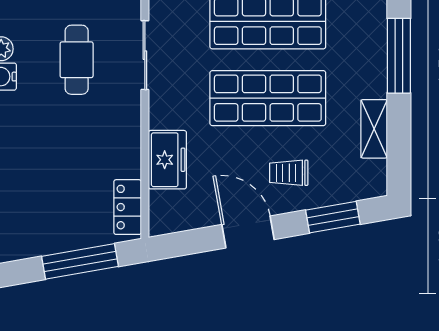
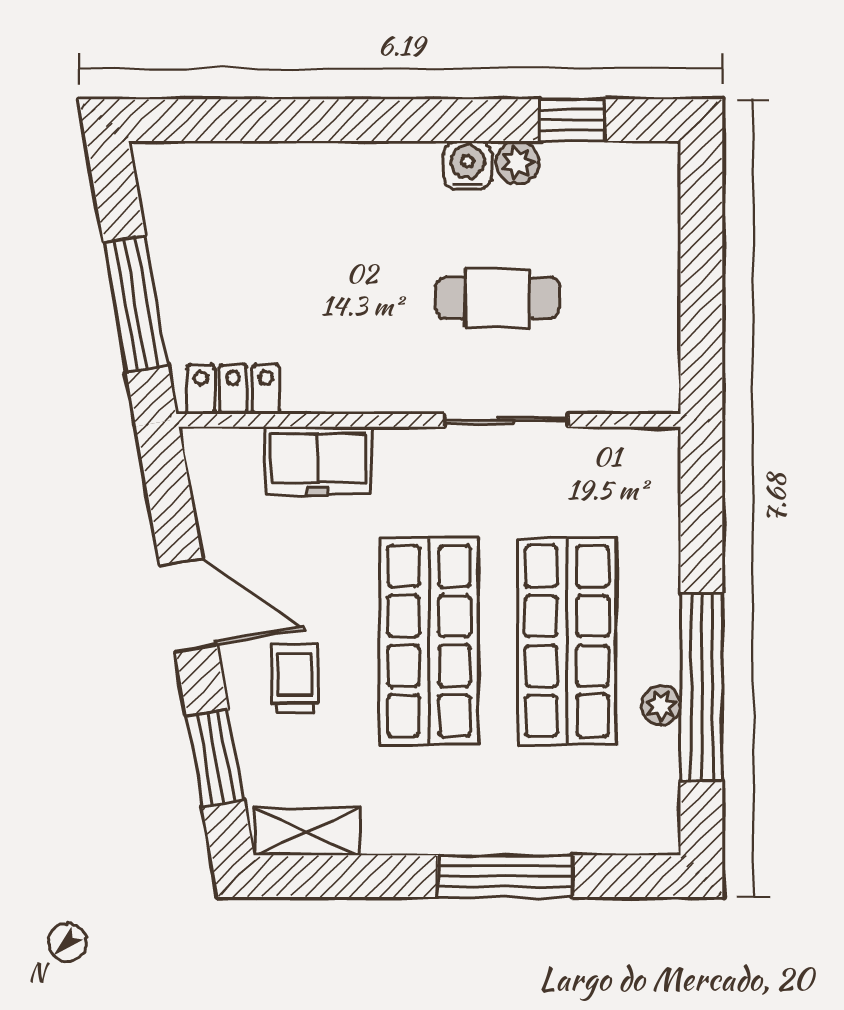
shelving: (374, 129) -> (307, 832), moved
door: (248, 232) -> (189, 605), hinge flipped

